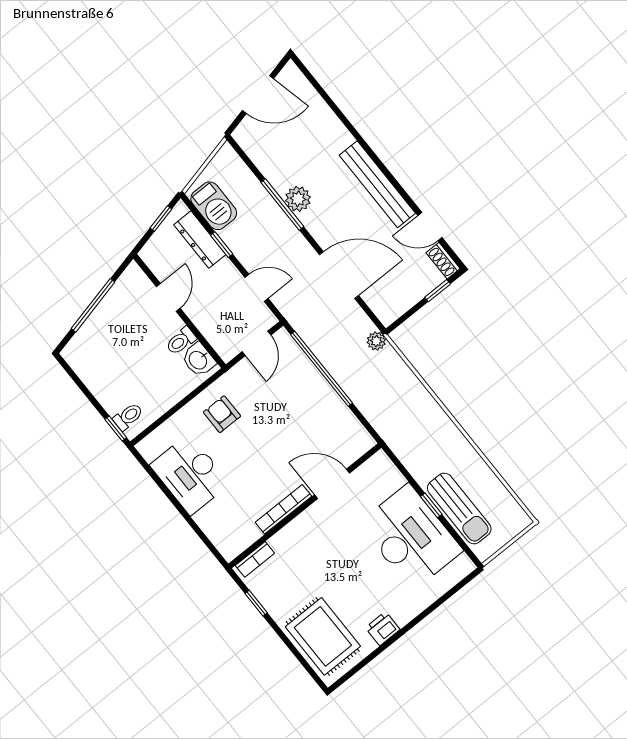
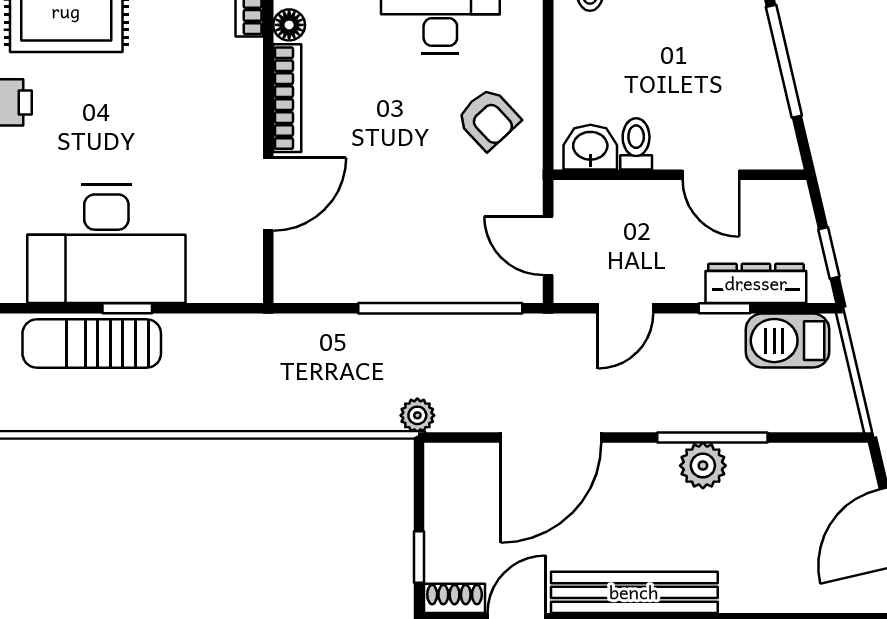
armchair: (222, 414) -> (488, 119), turned 47
floor lamp: (251, 534) -> (289, 25), added

